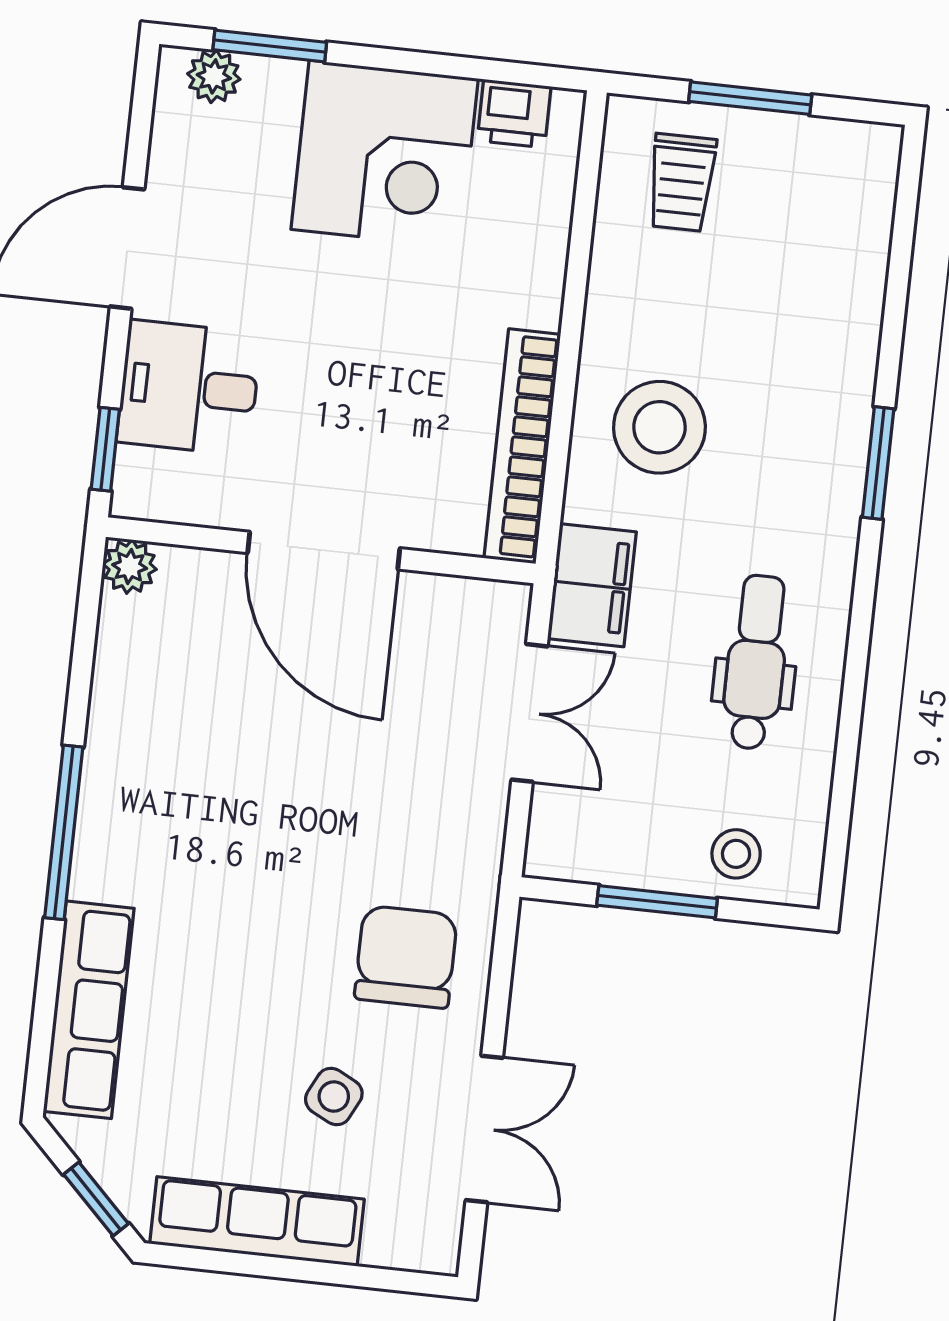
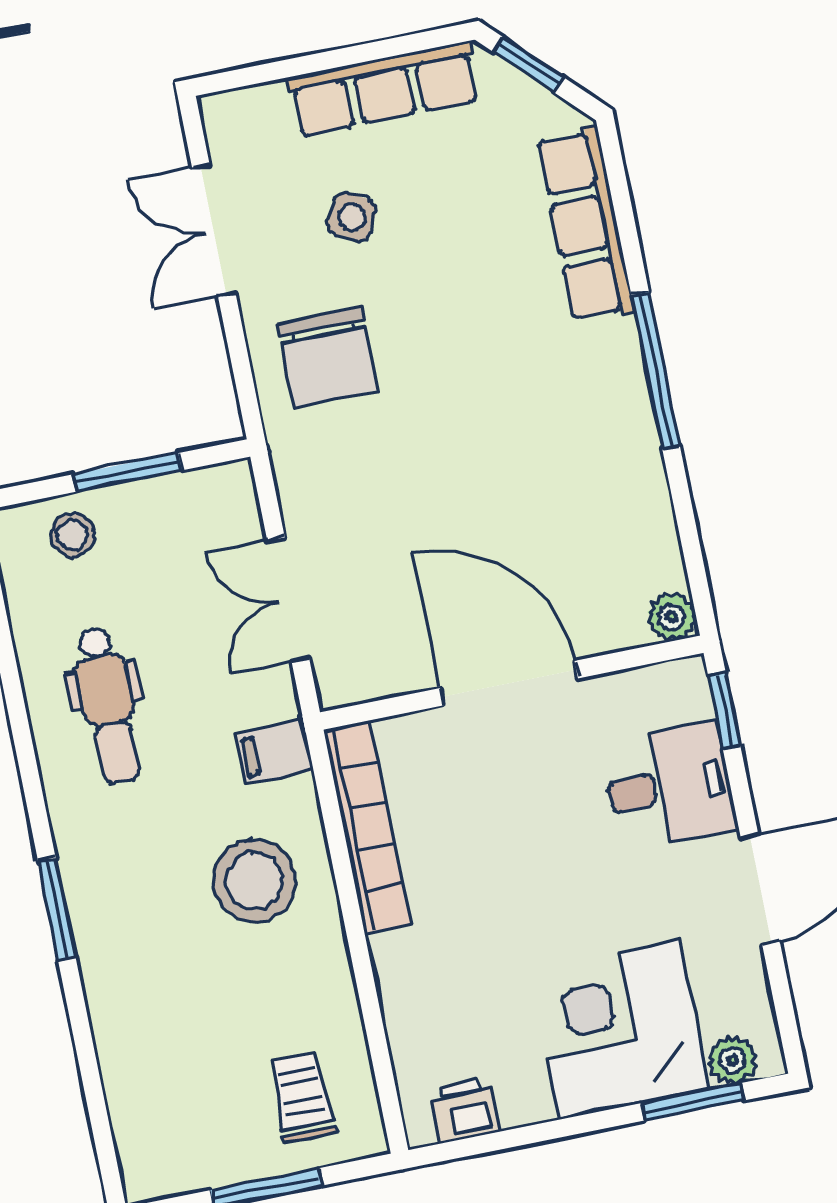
corner desk: (385, 154) -> (619, 1029), moved
filing cabinet: (592, 585) -> (274, 752), width x0.50

